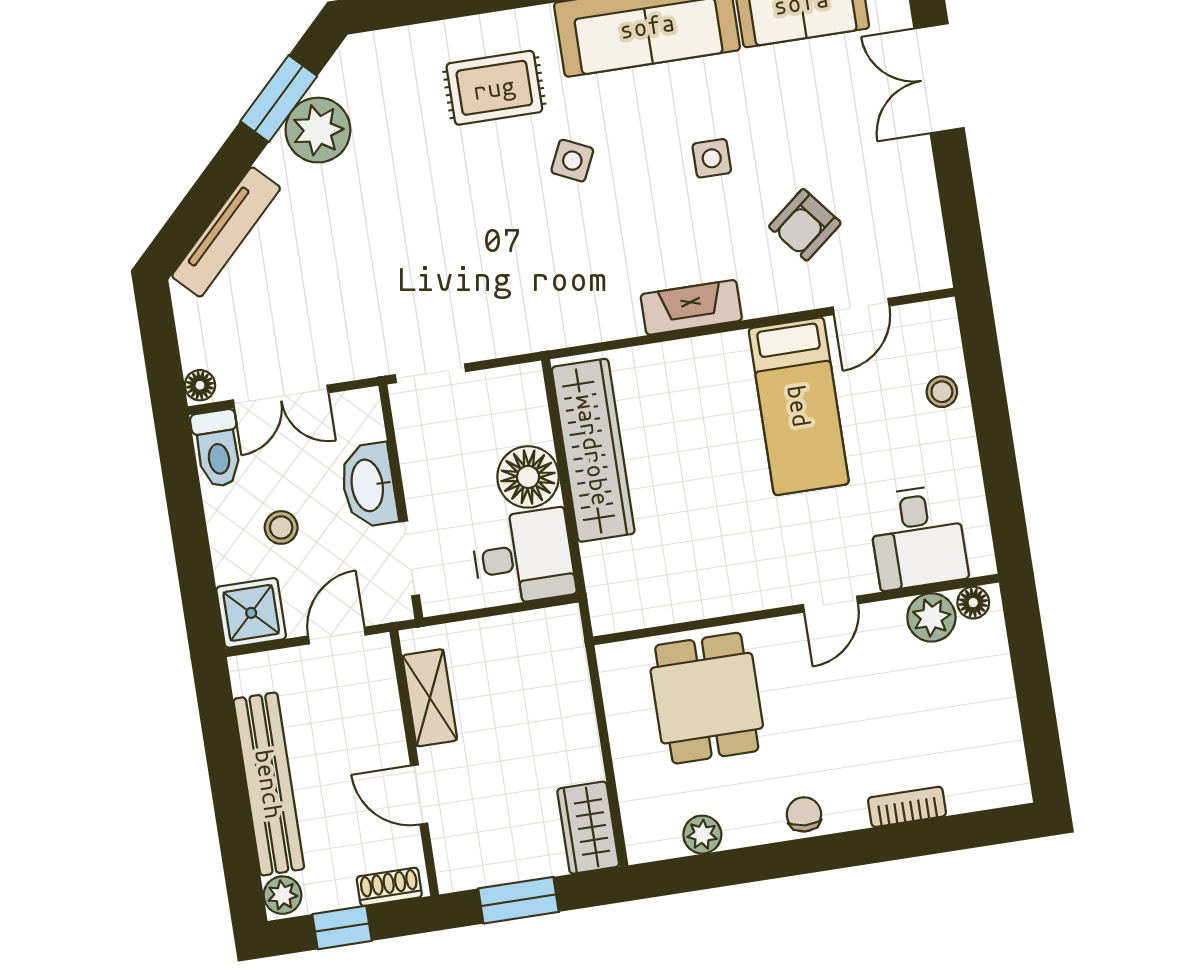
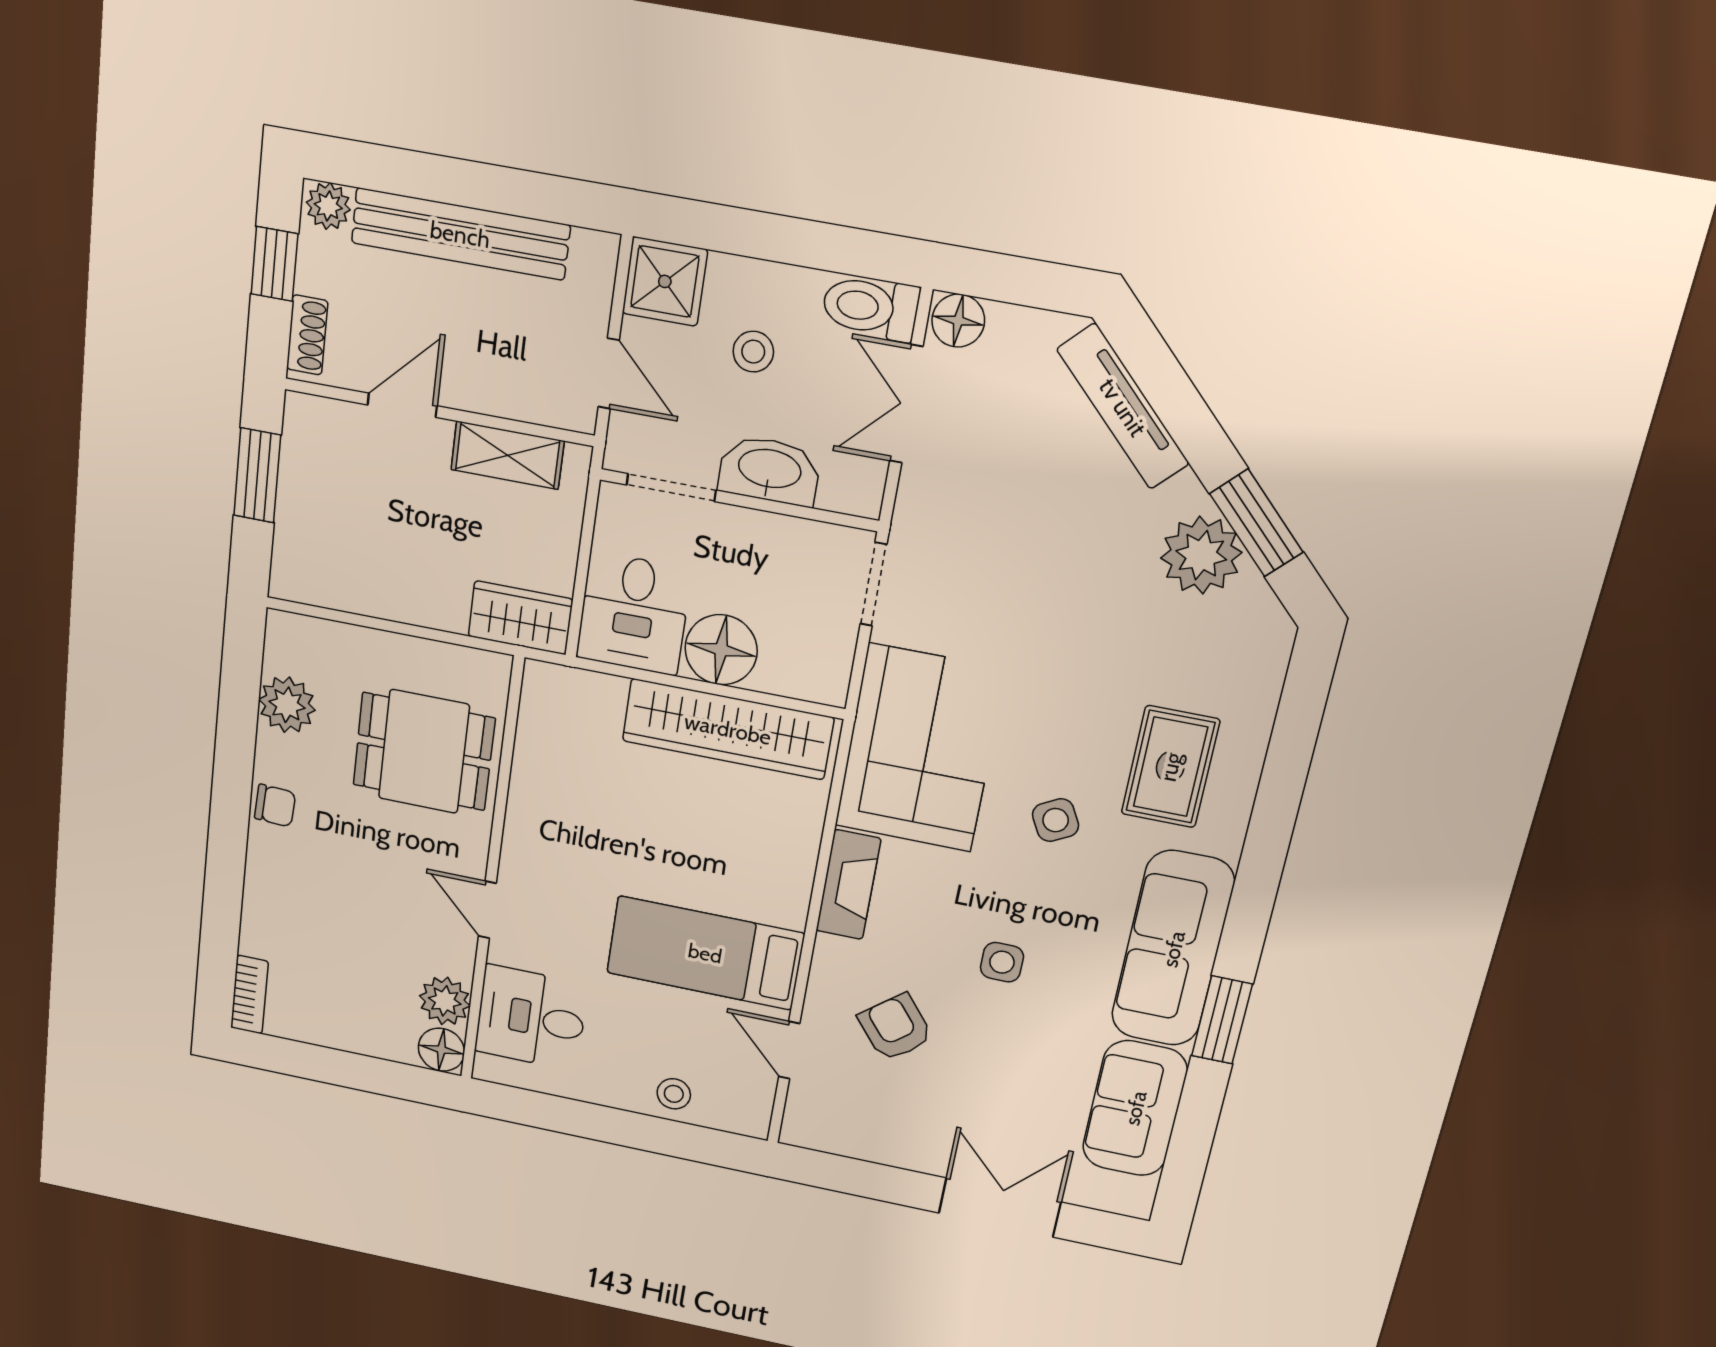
side table: (572, 161) -> (1056, 820), turned 37
corner sofa: (552, 290) -> (920, 748), added
floor lamp: (200, 385) -> (958, 321), width x1.37, depth x1.37
floor lamp: (973, 603) -> (441, 1050), width x1.37, depth x1.37
bookcase: (907, 807) -> (249, 995), moved
wardrobe: (588, 828) -> (520, 618), moved
plant: (702, 835) -> (287, 705), width x1.38, depth x1.38

